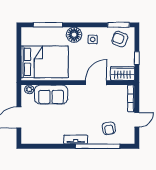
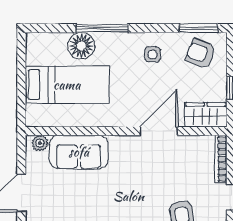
window: (48, 25) -> (102, 28), moved
floor lamp: (74, 35) -> (81, 46), moved
bed: (45, 62) -> (67, 85), width x0.67

